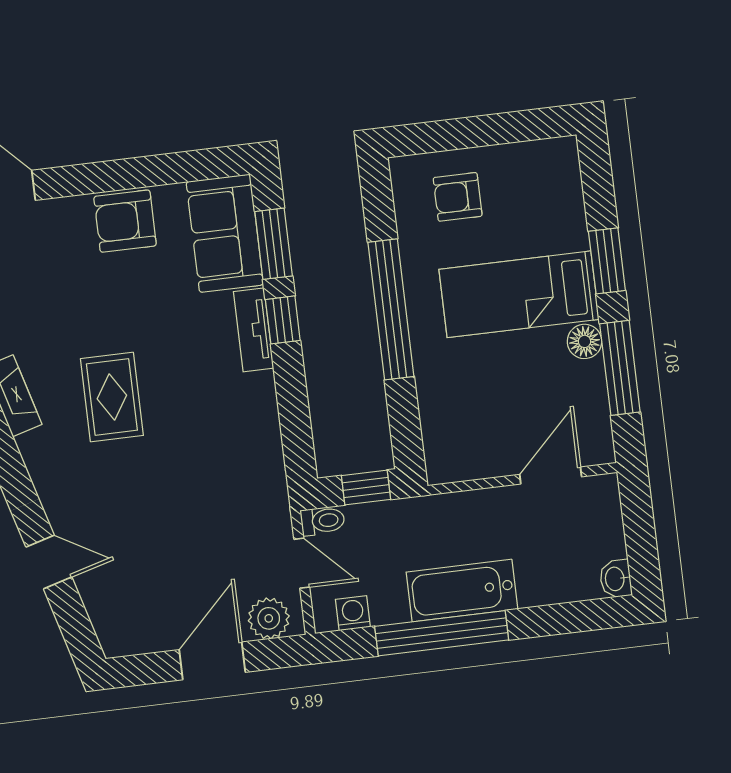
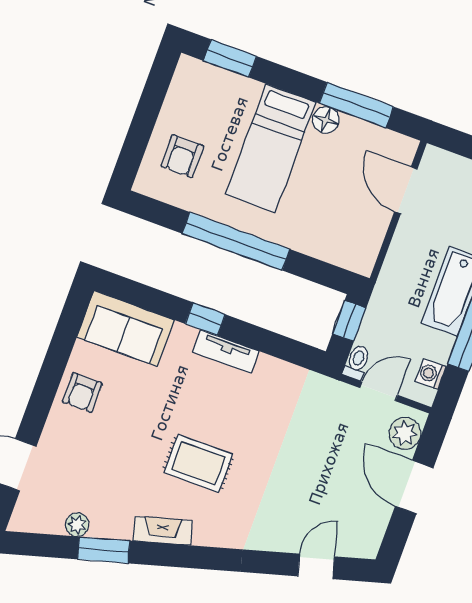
armchair: (125, 221) -> (82, 393), width x0.72, depth x0.72
window: (274, 244) -> (150, 299), removed
window: (607, 261) -> (230, 58), moved
tv unit: (254, 330) -> (226, 351), moved
door: (49, 562) -> (316, 566), moved

